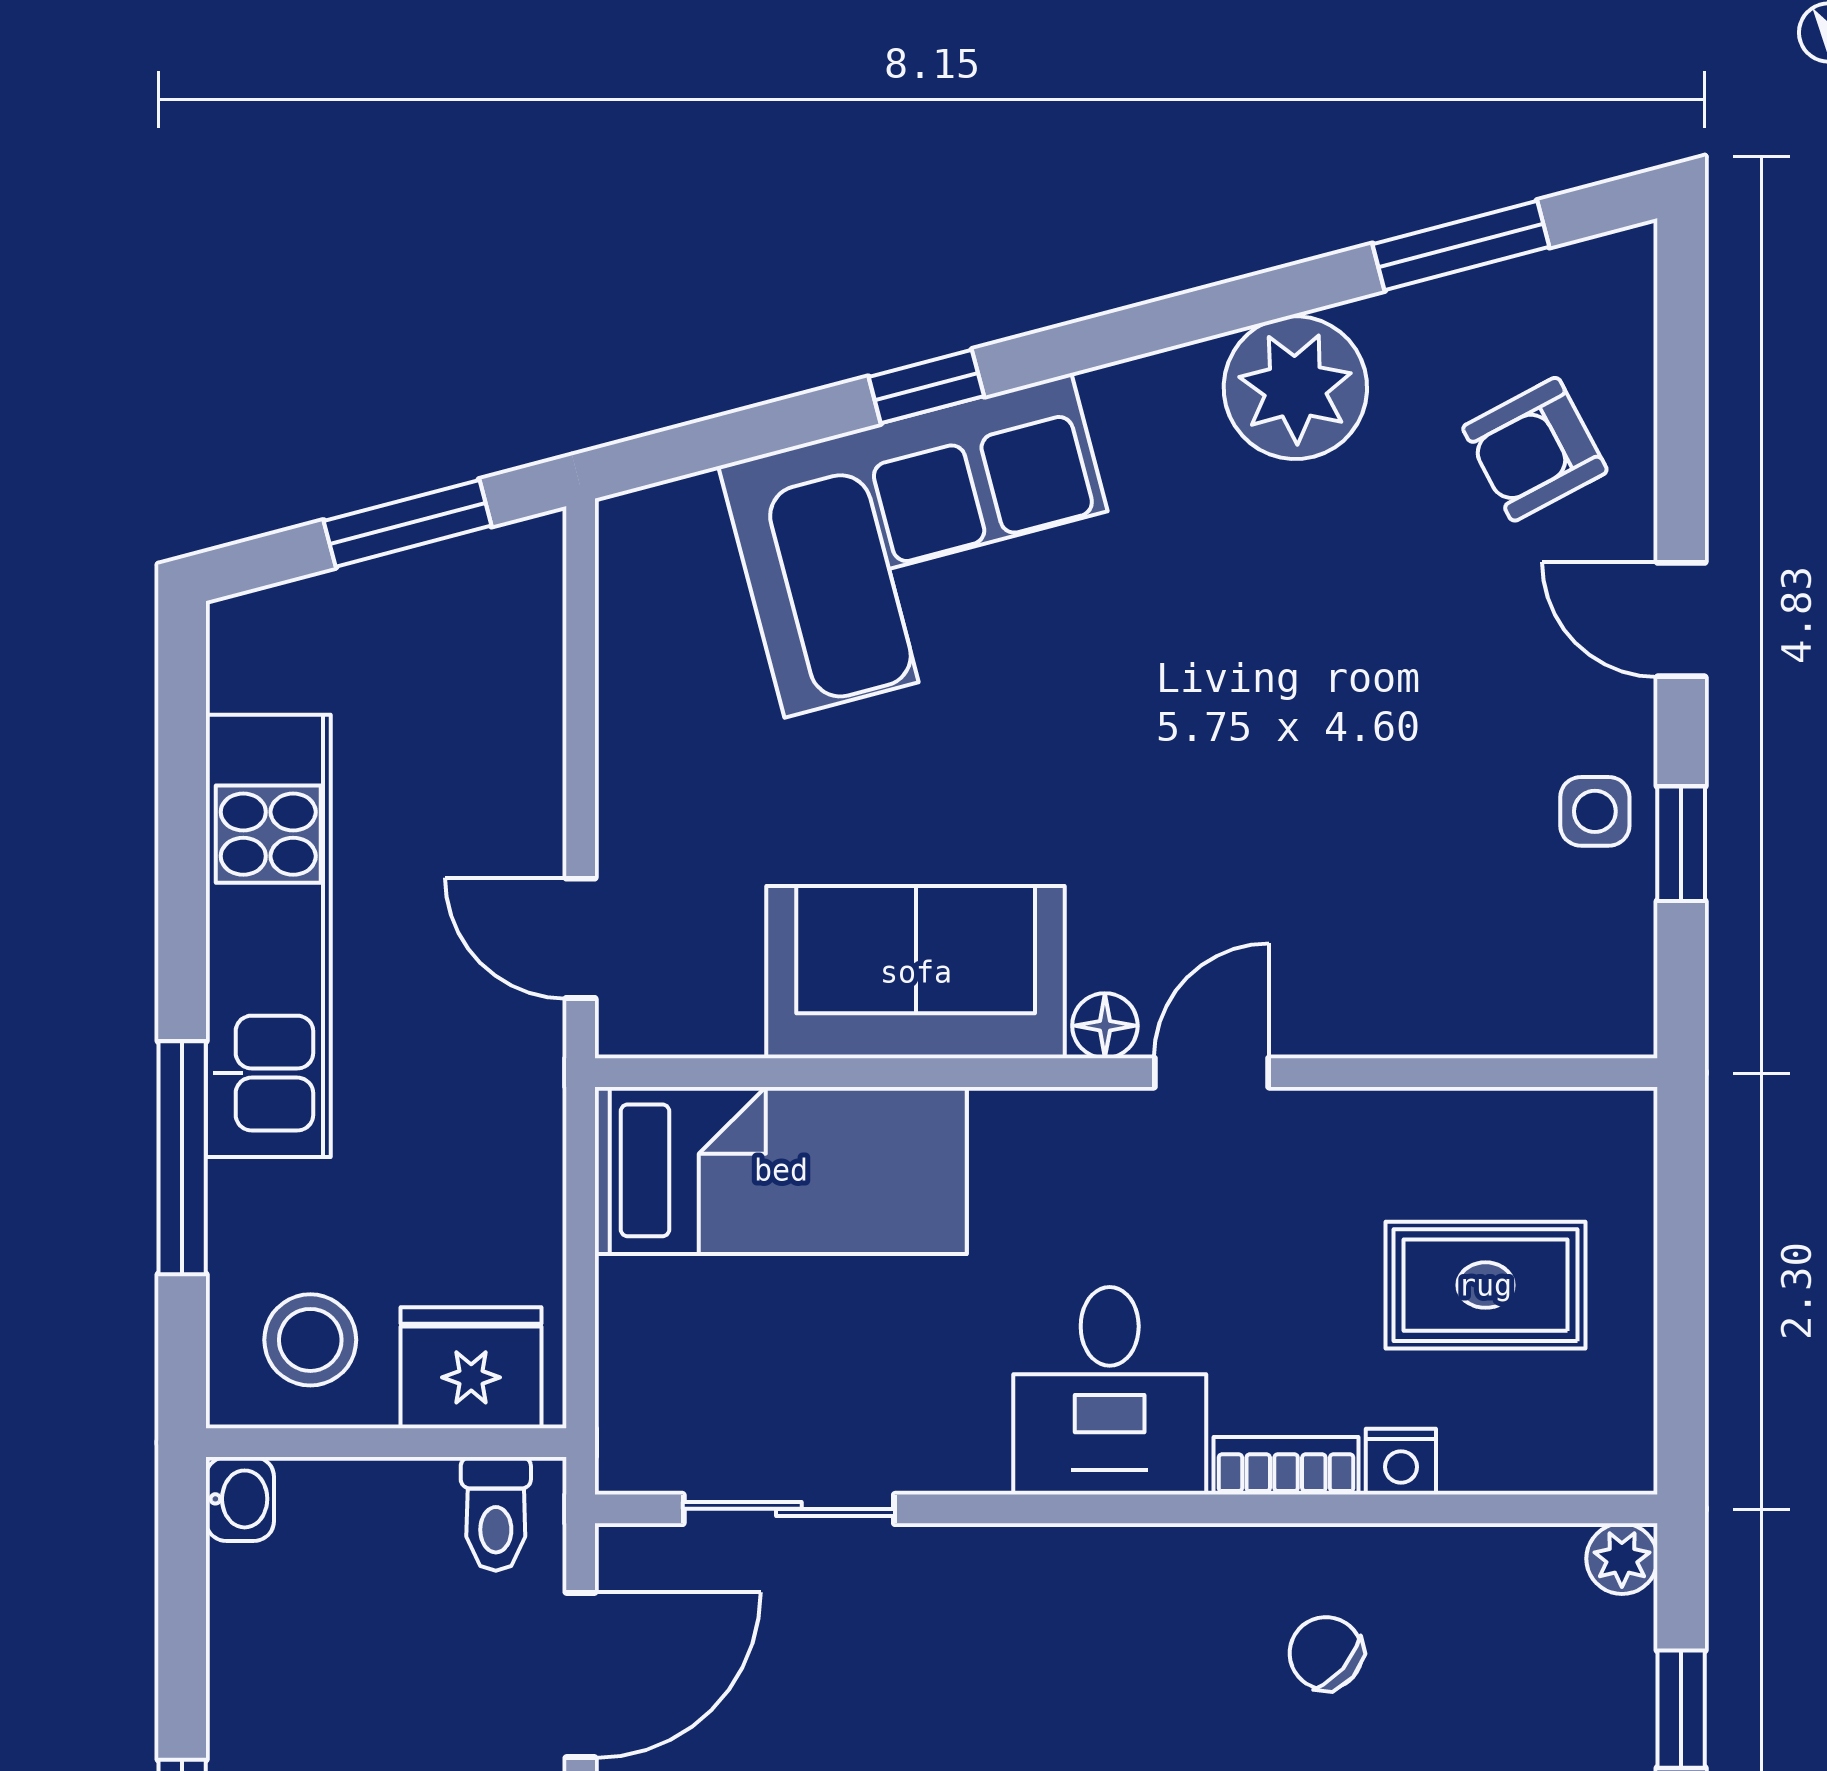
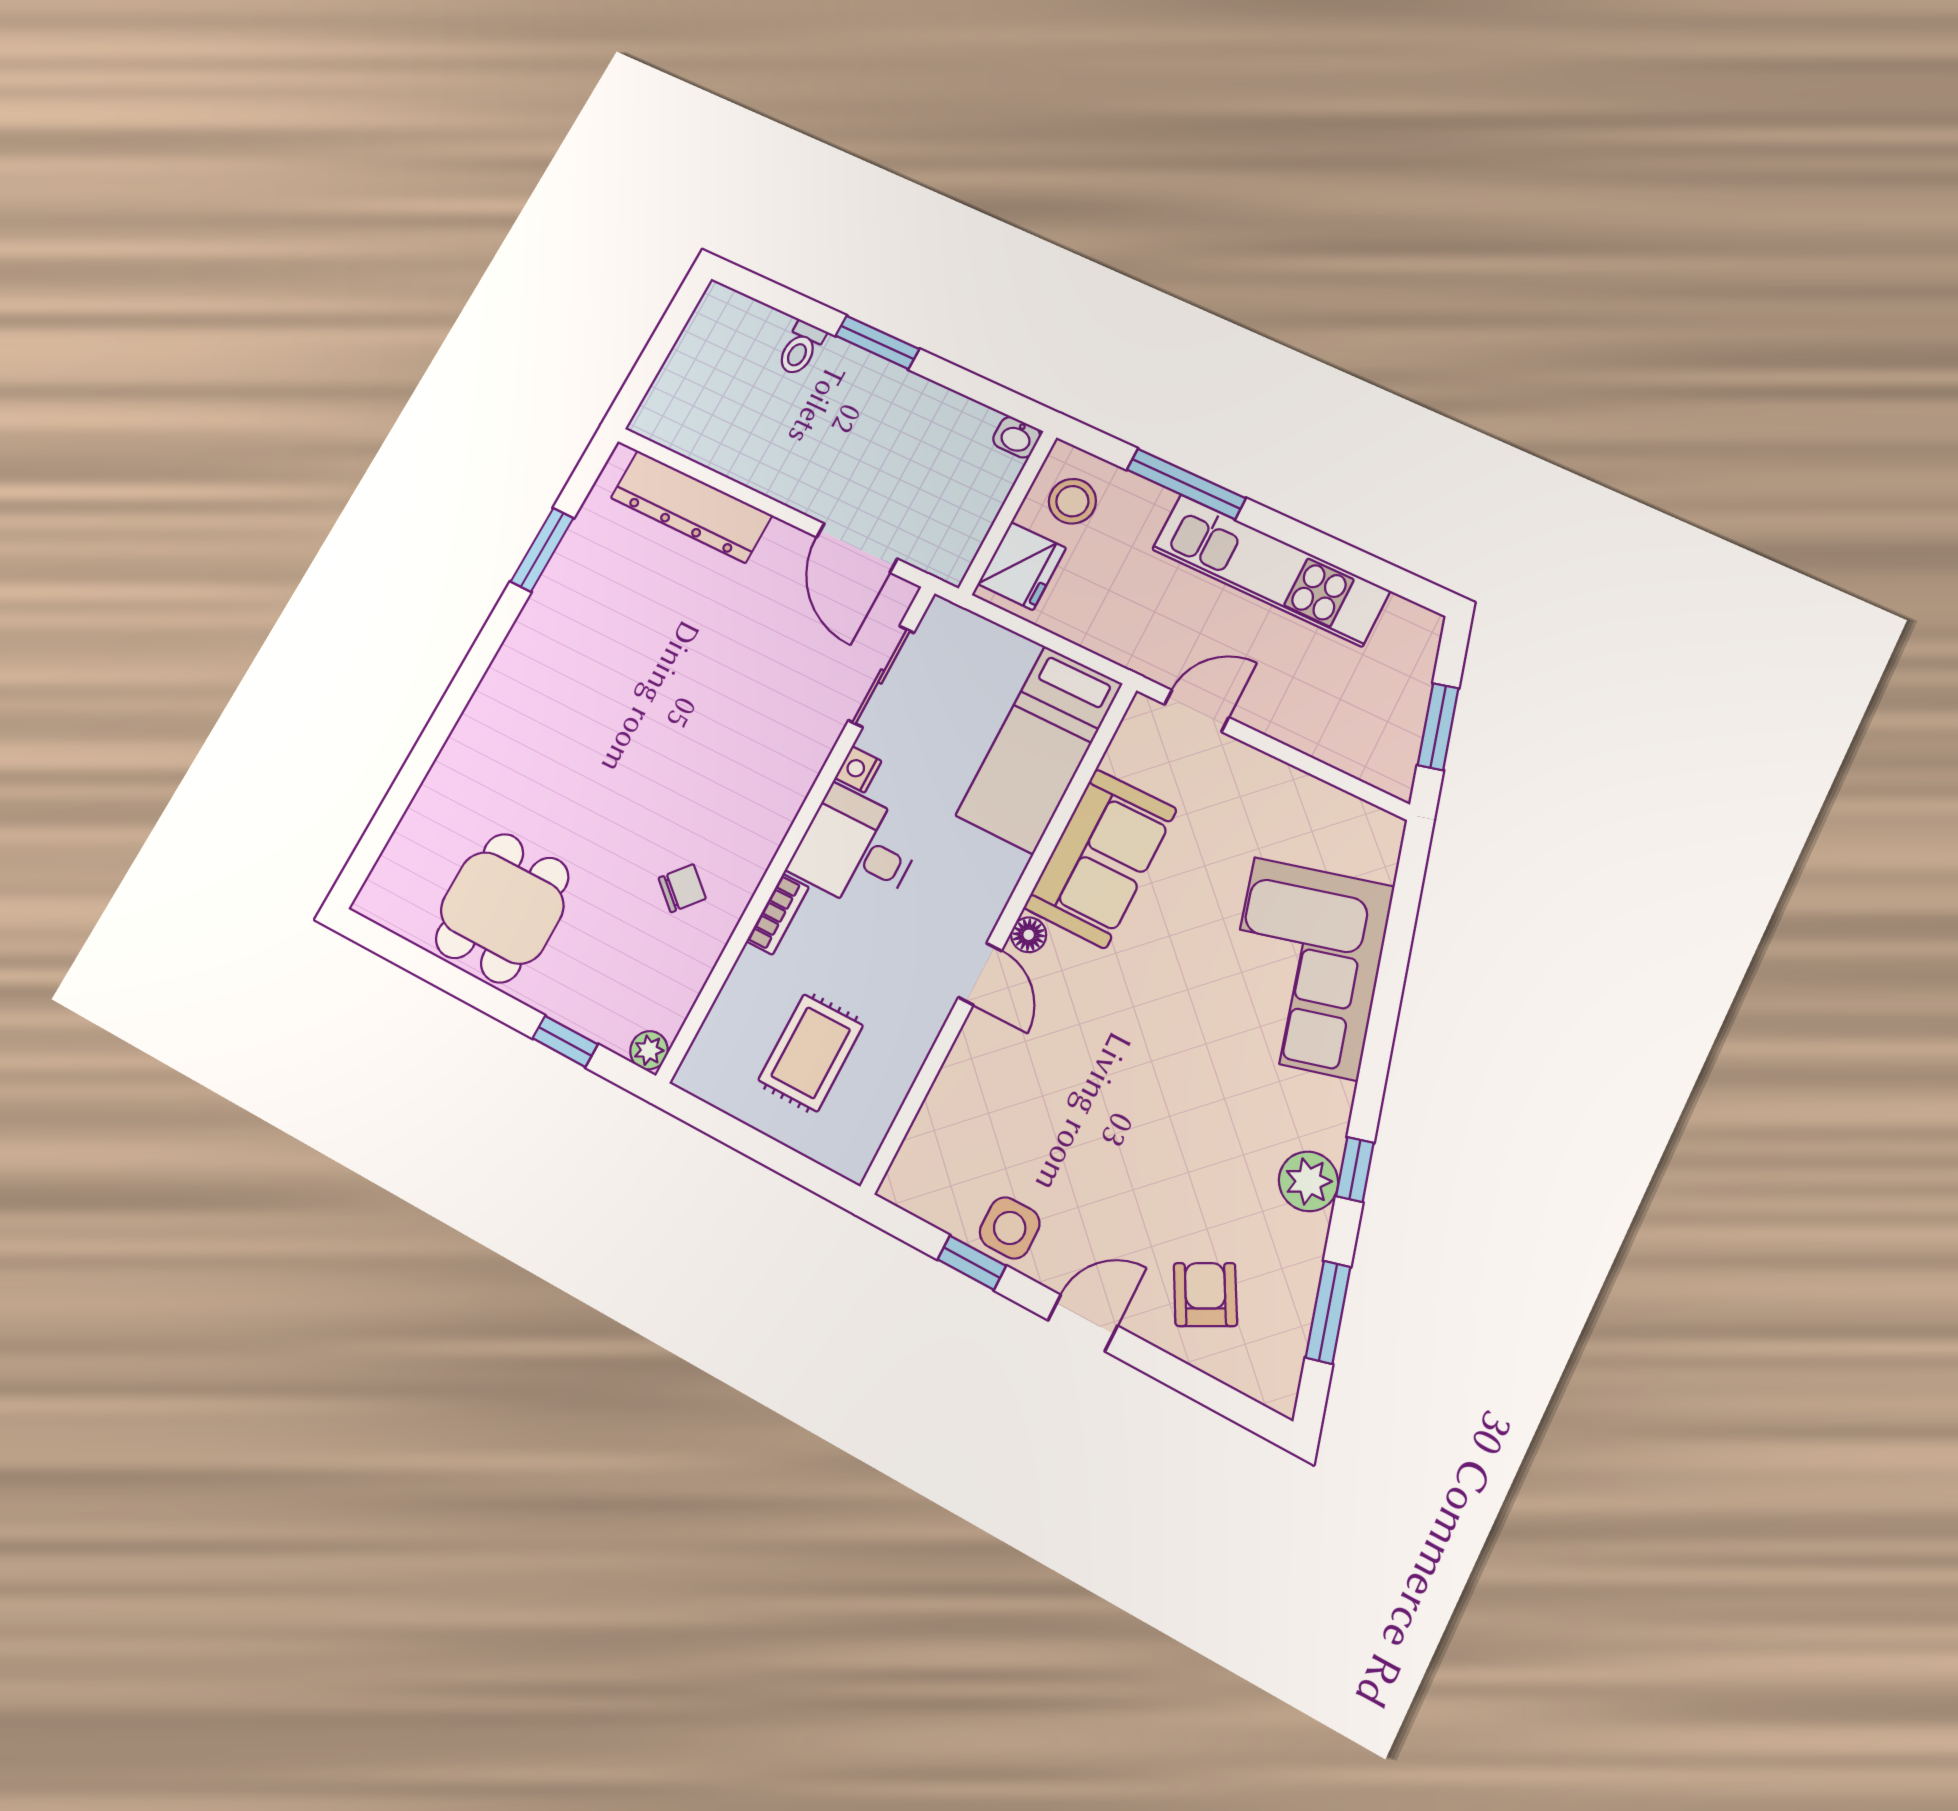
window: (926, 386) -> (1355, 1170), moved
plant: (1295, 388) -> (1308, 1181), width x0.73, depth x0.73
side table: (1595, 811) -> (1010, 1228), width x1.37, depth x1.37
nightstand: (1401, 1462) -> (858, 769), moved
toilet: (496, 1514) -> (950, 545), removed

